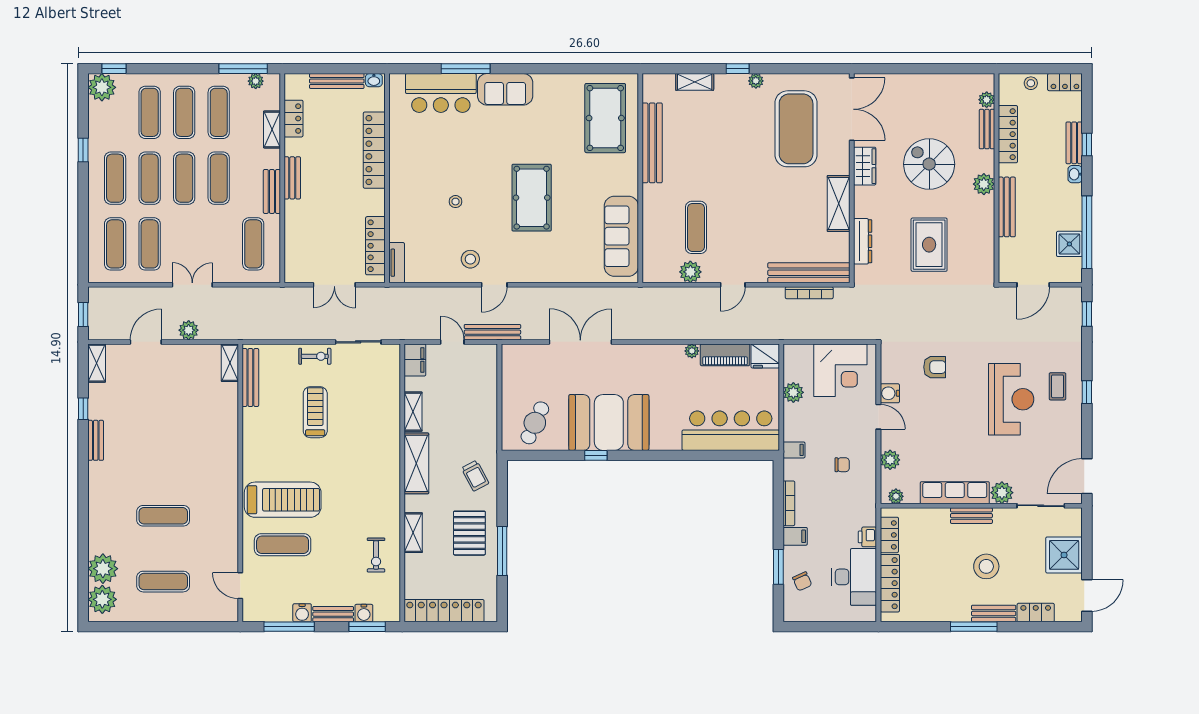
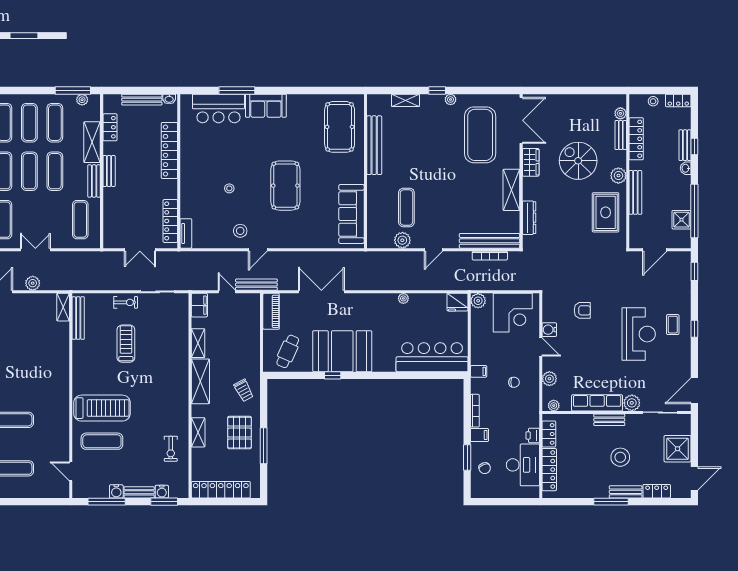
shelving: (272, 129) -> (92, 142), width x1.50, depth x1.33
rug: (929, 245) -> (606, 212), moved
piano: (725, 355) -> (271, 311), moved, turned -90
plant: (793, 392) -> (478, 301), moved

